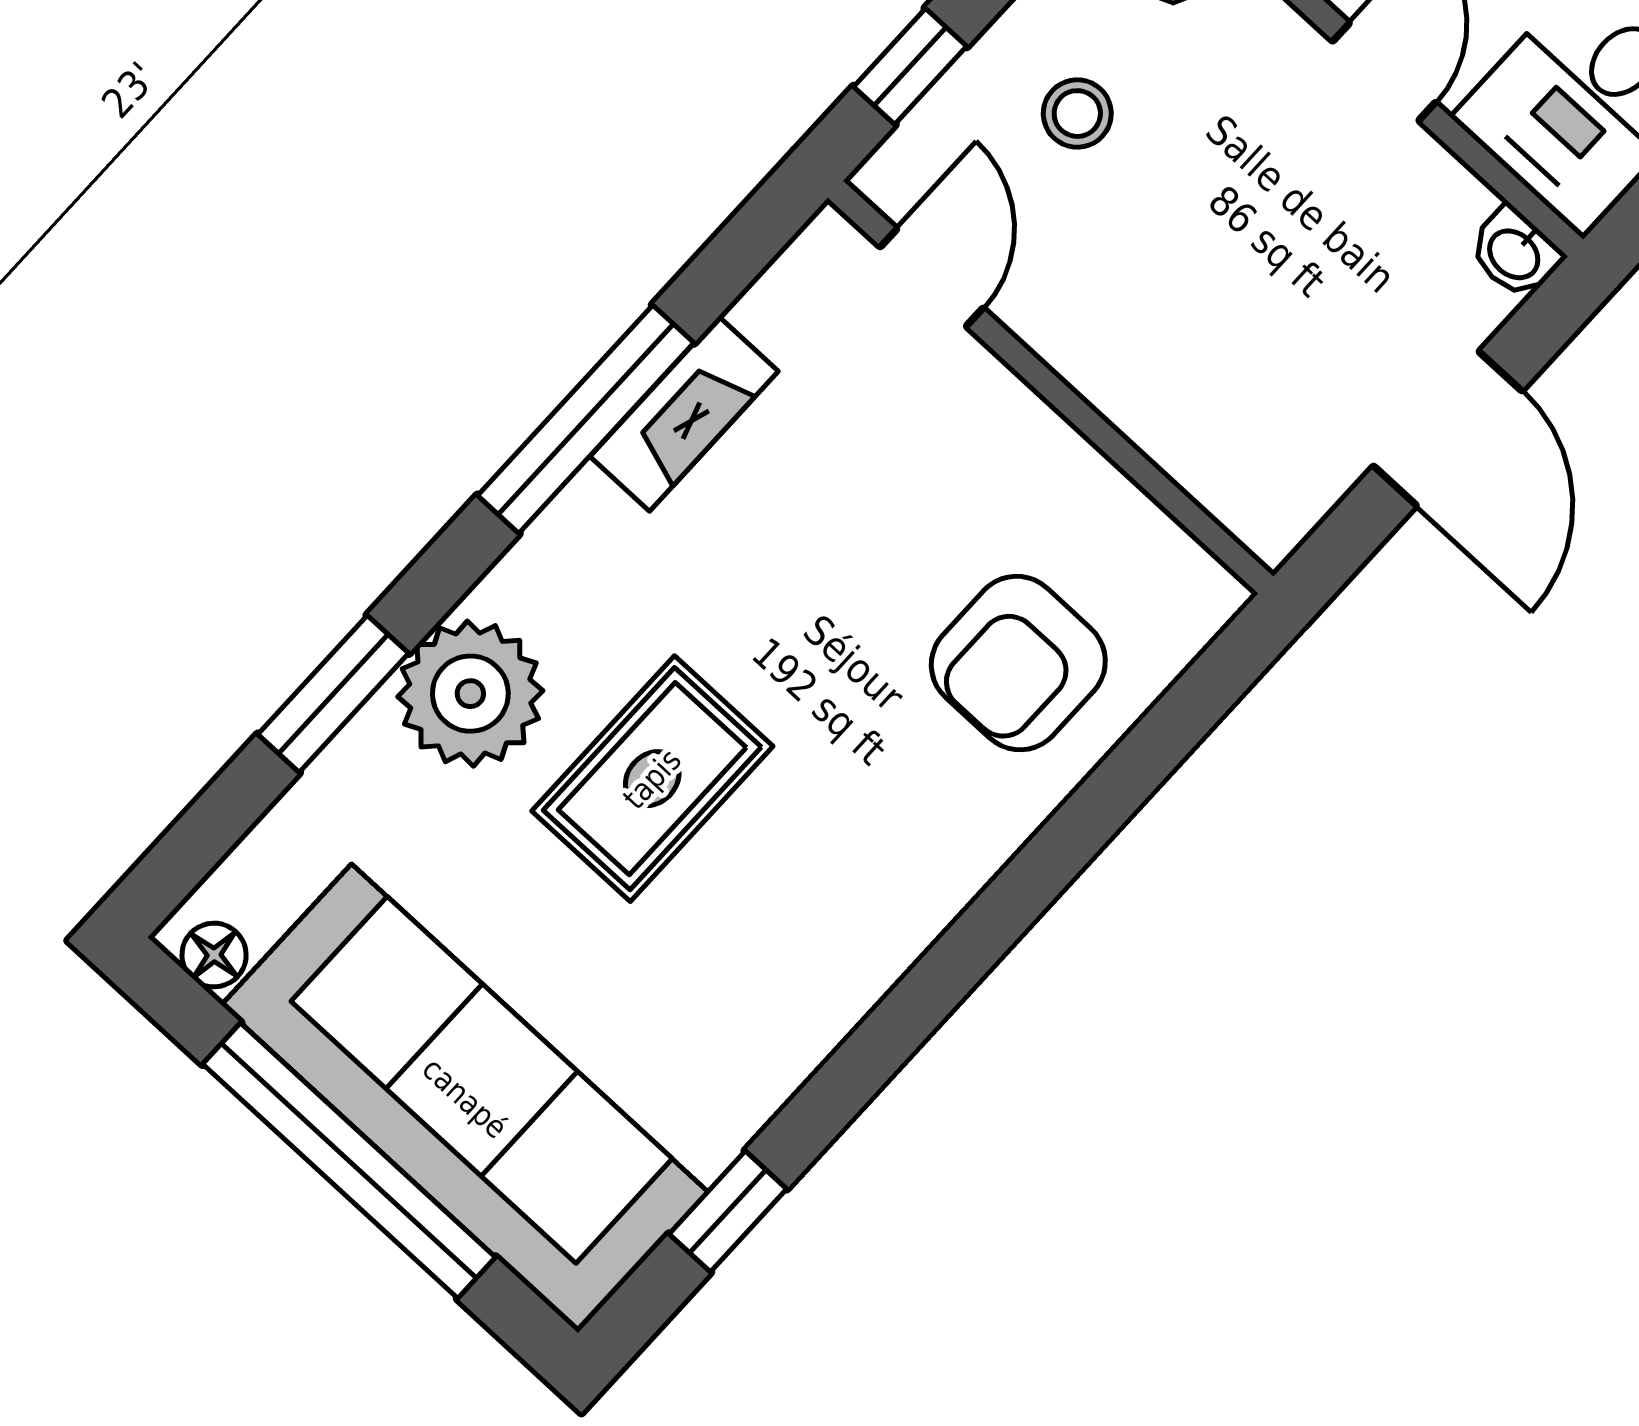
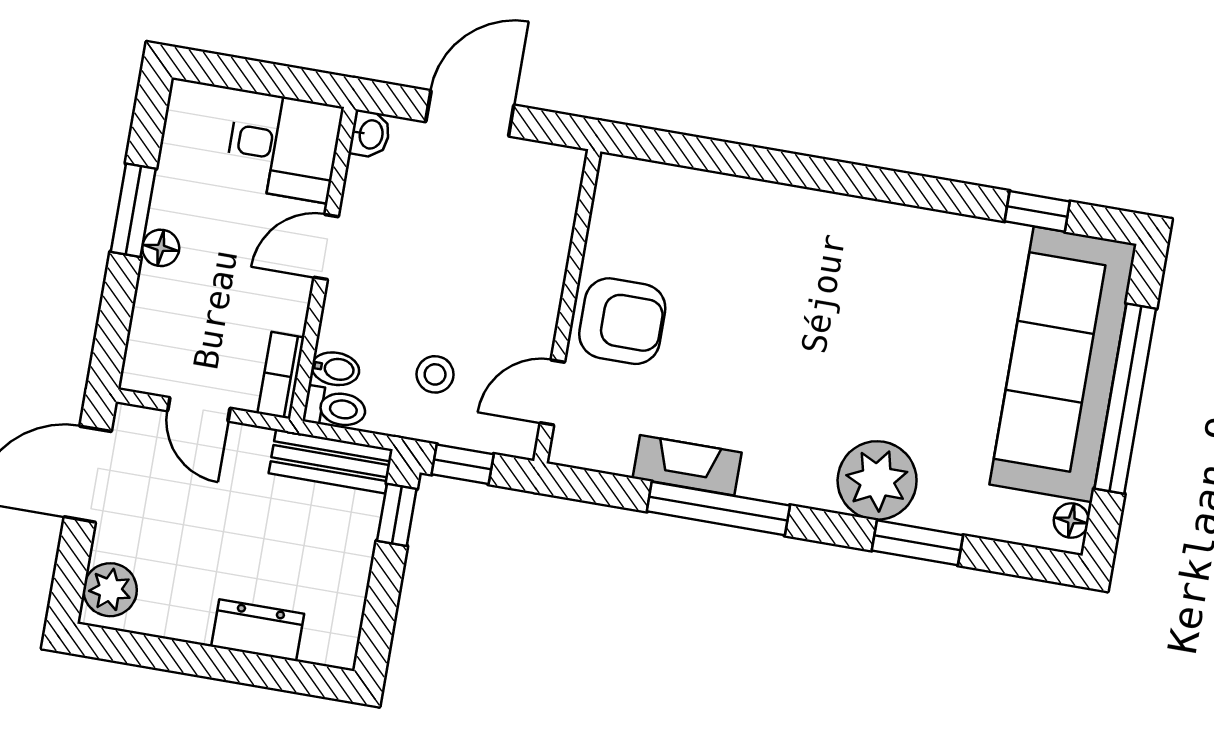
armchair: (1018, 663) -> (622, 321), moved
rug: (652, 779) -> (862, 373), removed

